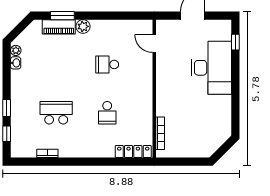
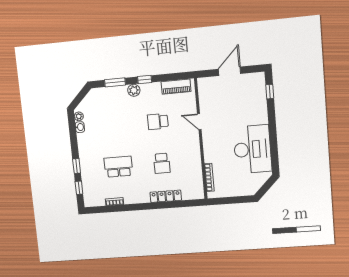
window: (97, 16) -> (145, 80), added
piano: (59, 27) -> (176, 87), moved
door: (154, 44) -> (199, 122), moved
desk: (211, 68) -> (252, 149), moved
locker: (133, 151) -> (166, 196), moved

